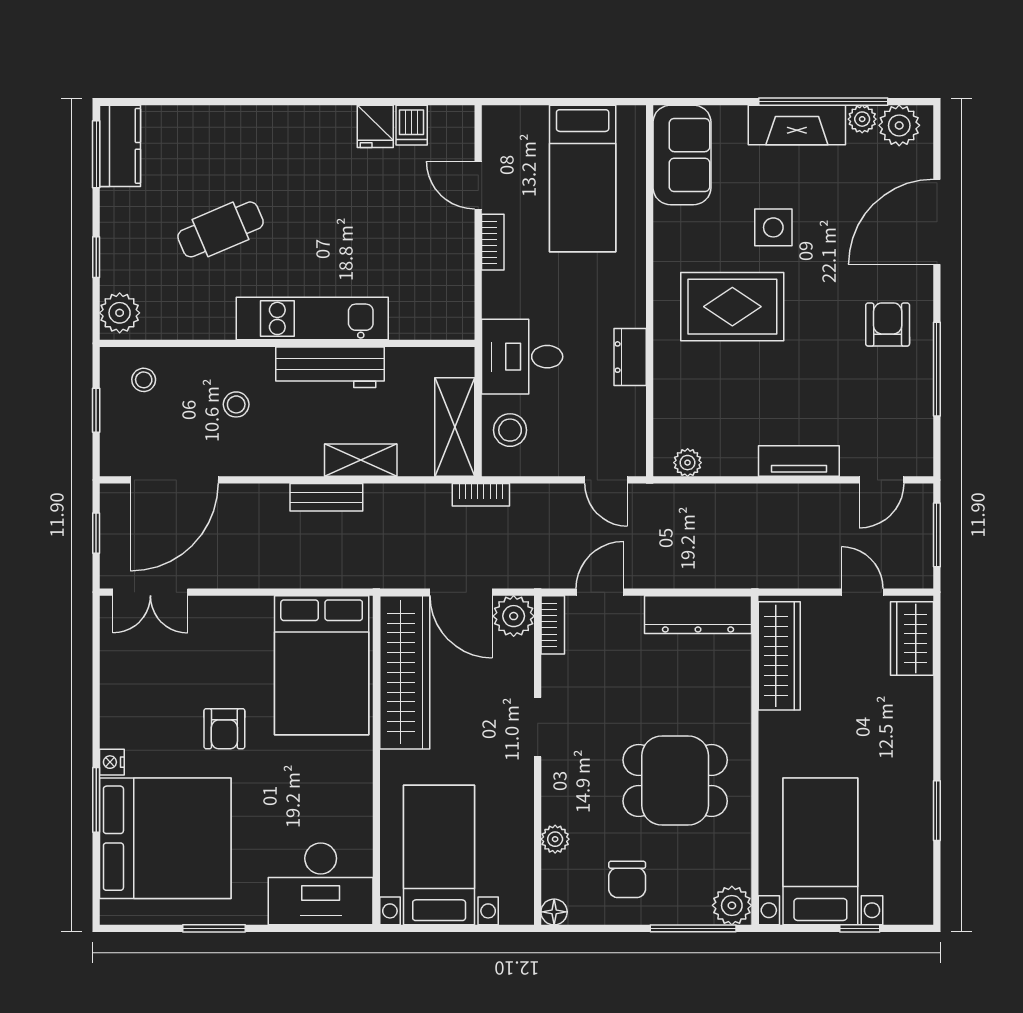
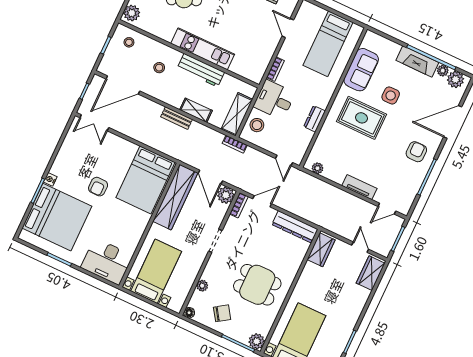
sofa: (682, 155) -> (361, 70), moved
bookcase: (493, 242) -> (275, 69), moved
wardrobe: (779, 656) -> (321, 250), width x0.67
chair: (627, 879) -> (222, 313), turned -124

